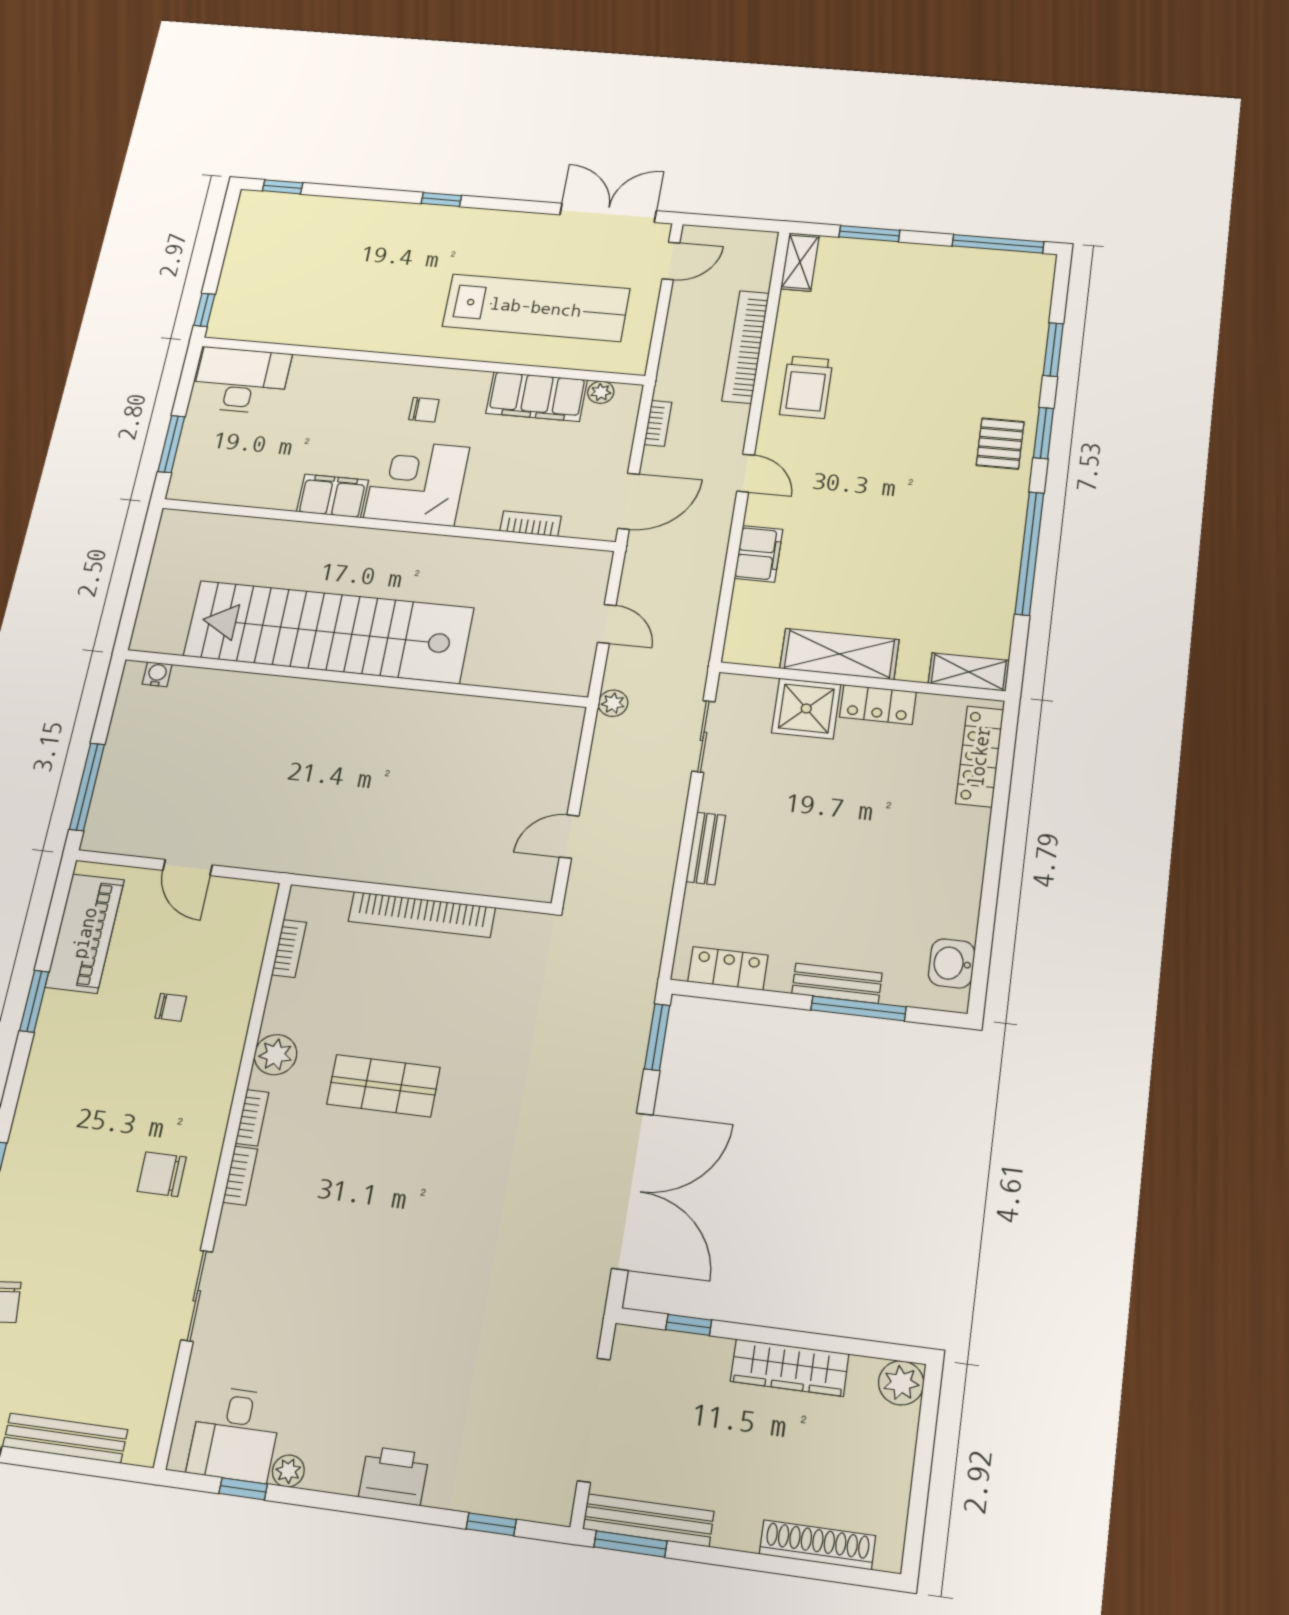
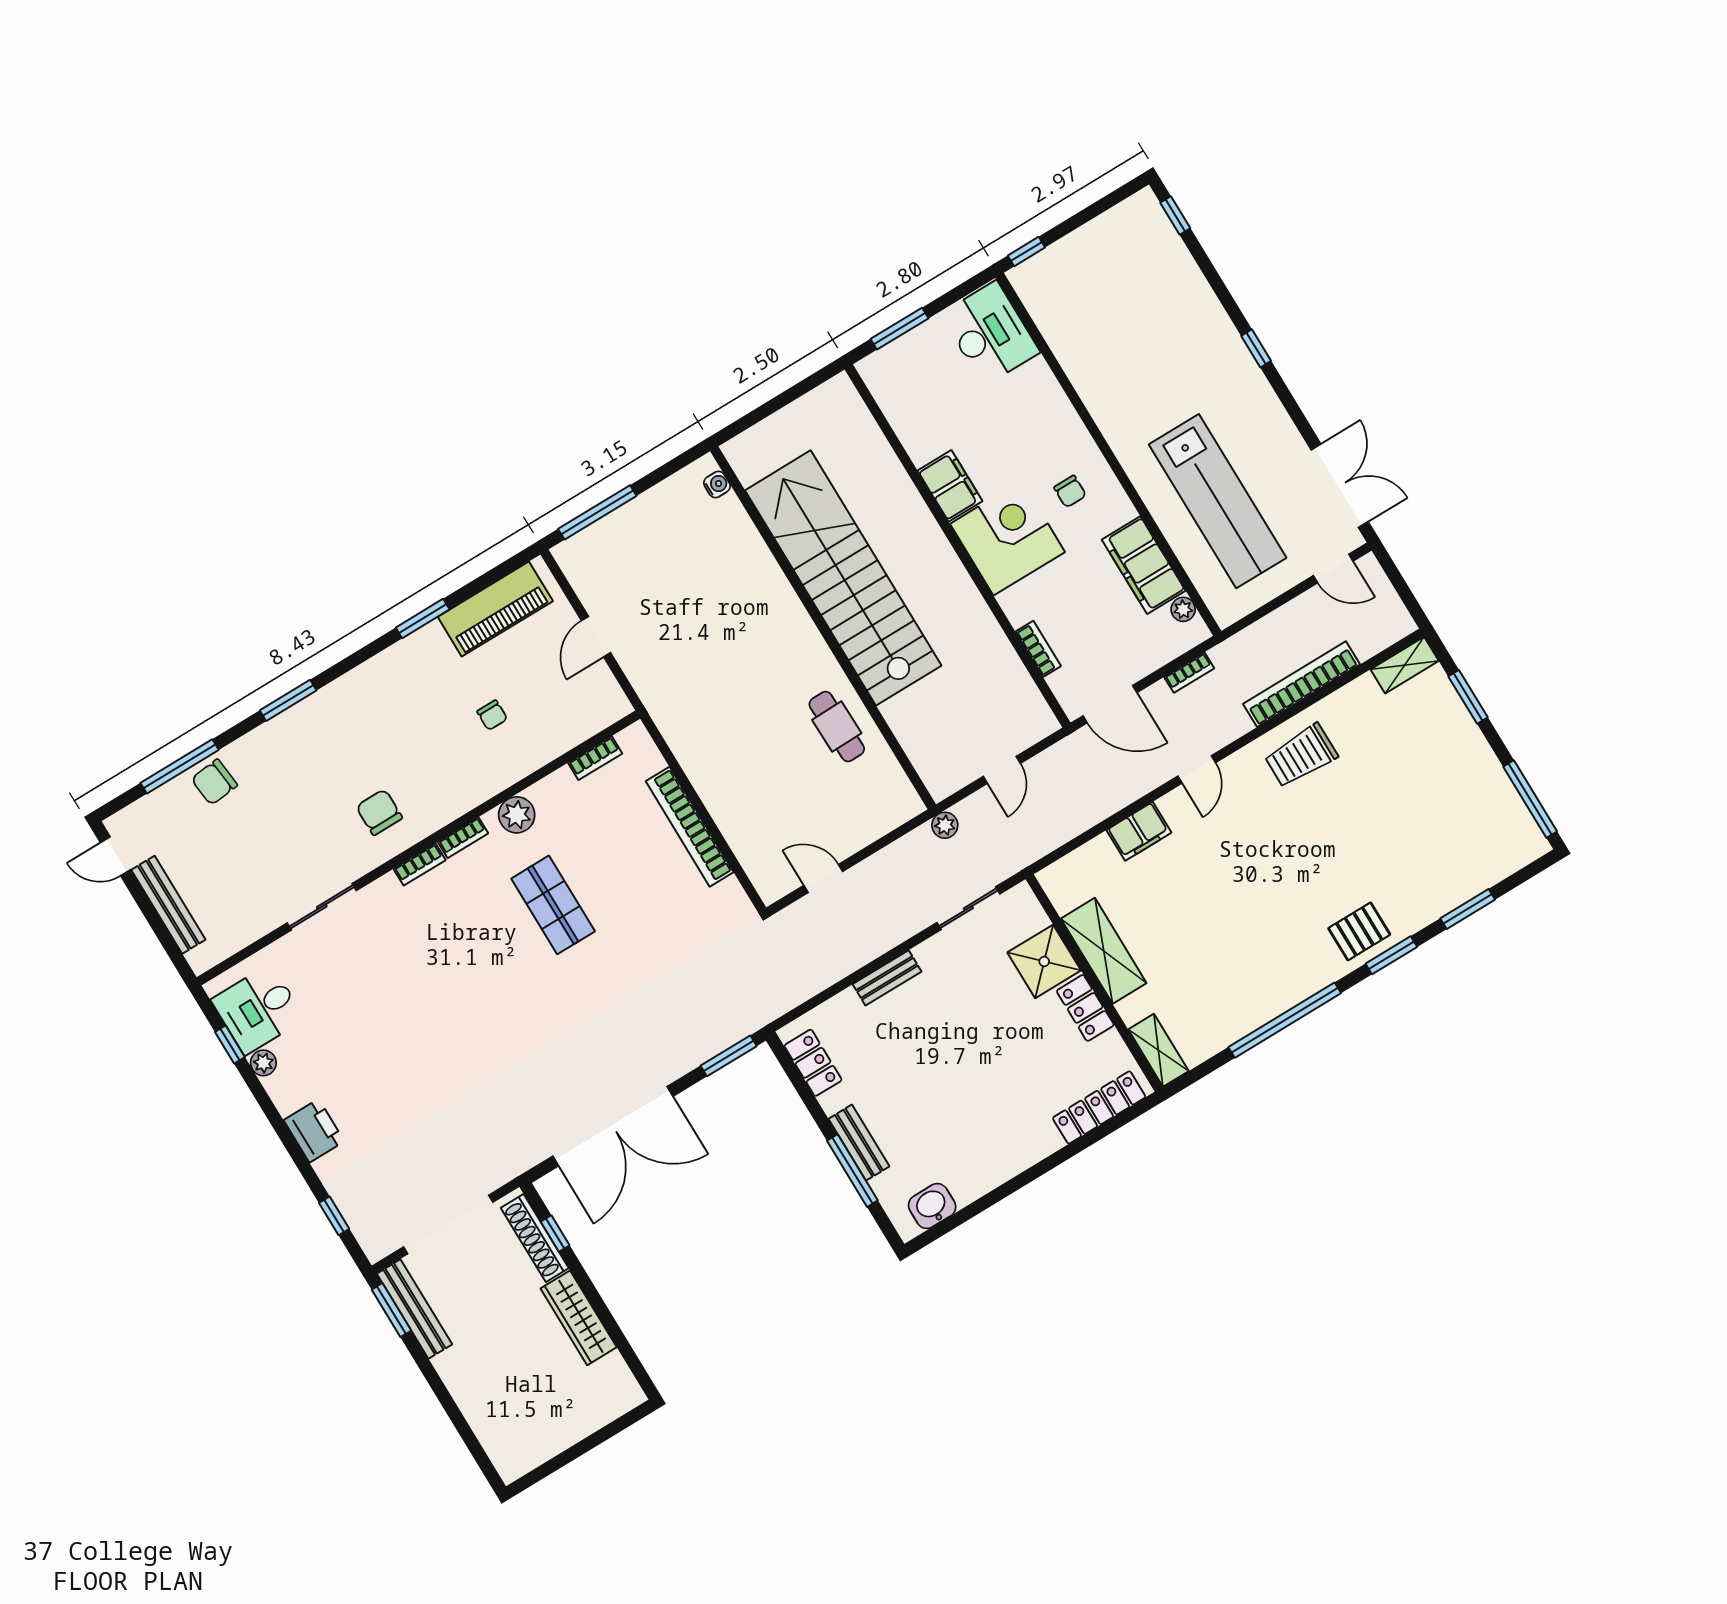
cafe table: (448, 728) -> (837, 727), added
plant: (901, 1383) -> (624, 1394), removed
shoe rack: (817, 1545) -> (535, 1238), moved, turned 180

